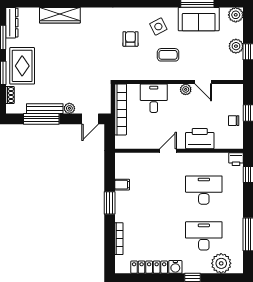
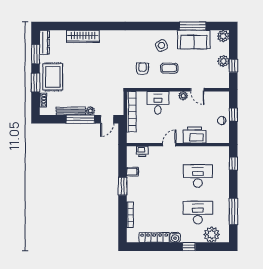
armchair: (130, 39) -> (142, 69), moved
window: (41, 119) -> (80, 119), moved
printer: (236, 159) -> (142, 151), moved

